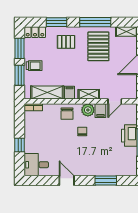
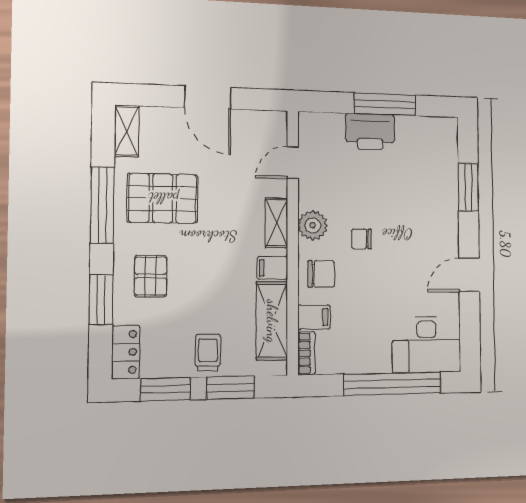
door: (115, 101) -> (293, 163), swing flipped
filing cabinet: (100, 111) -> (314, 317), moved
window: (20, 145) -> (392, 384), width x3.17
desk: (36, 165) -> (427, 344), width x1.37

